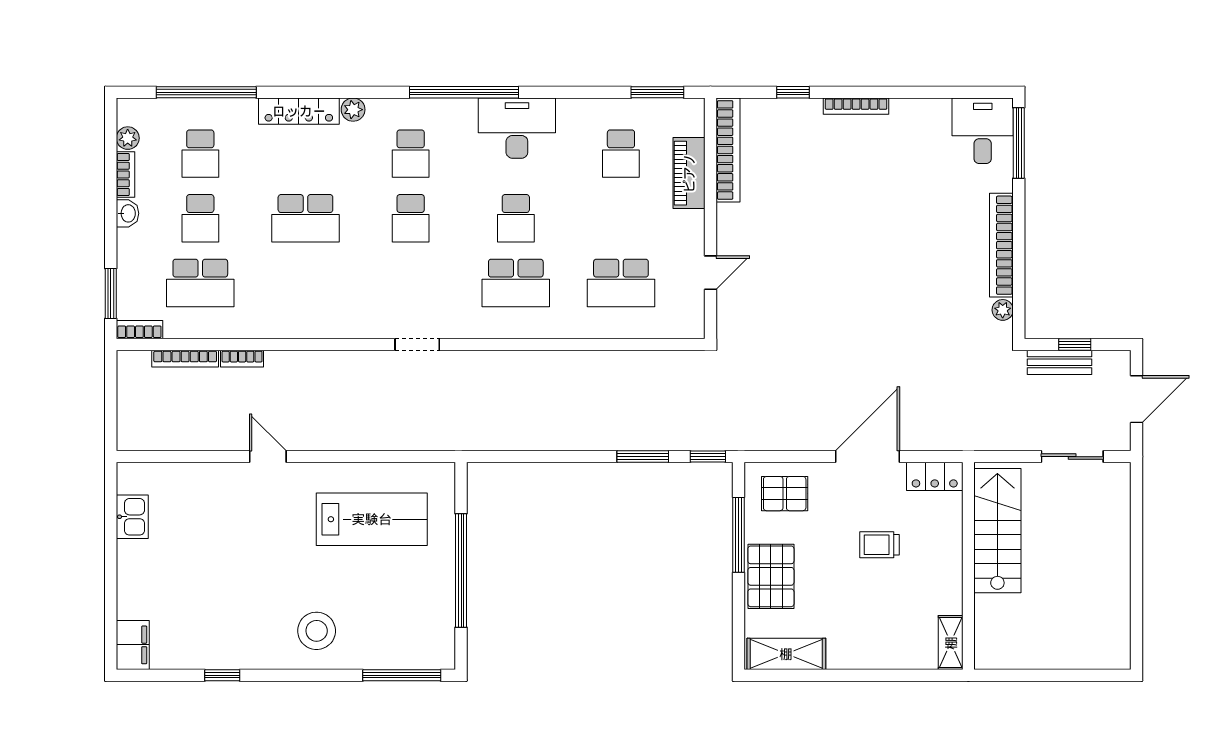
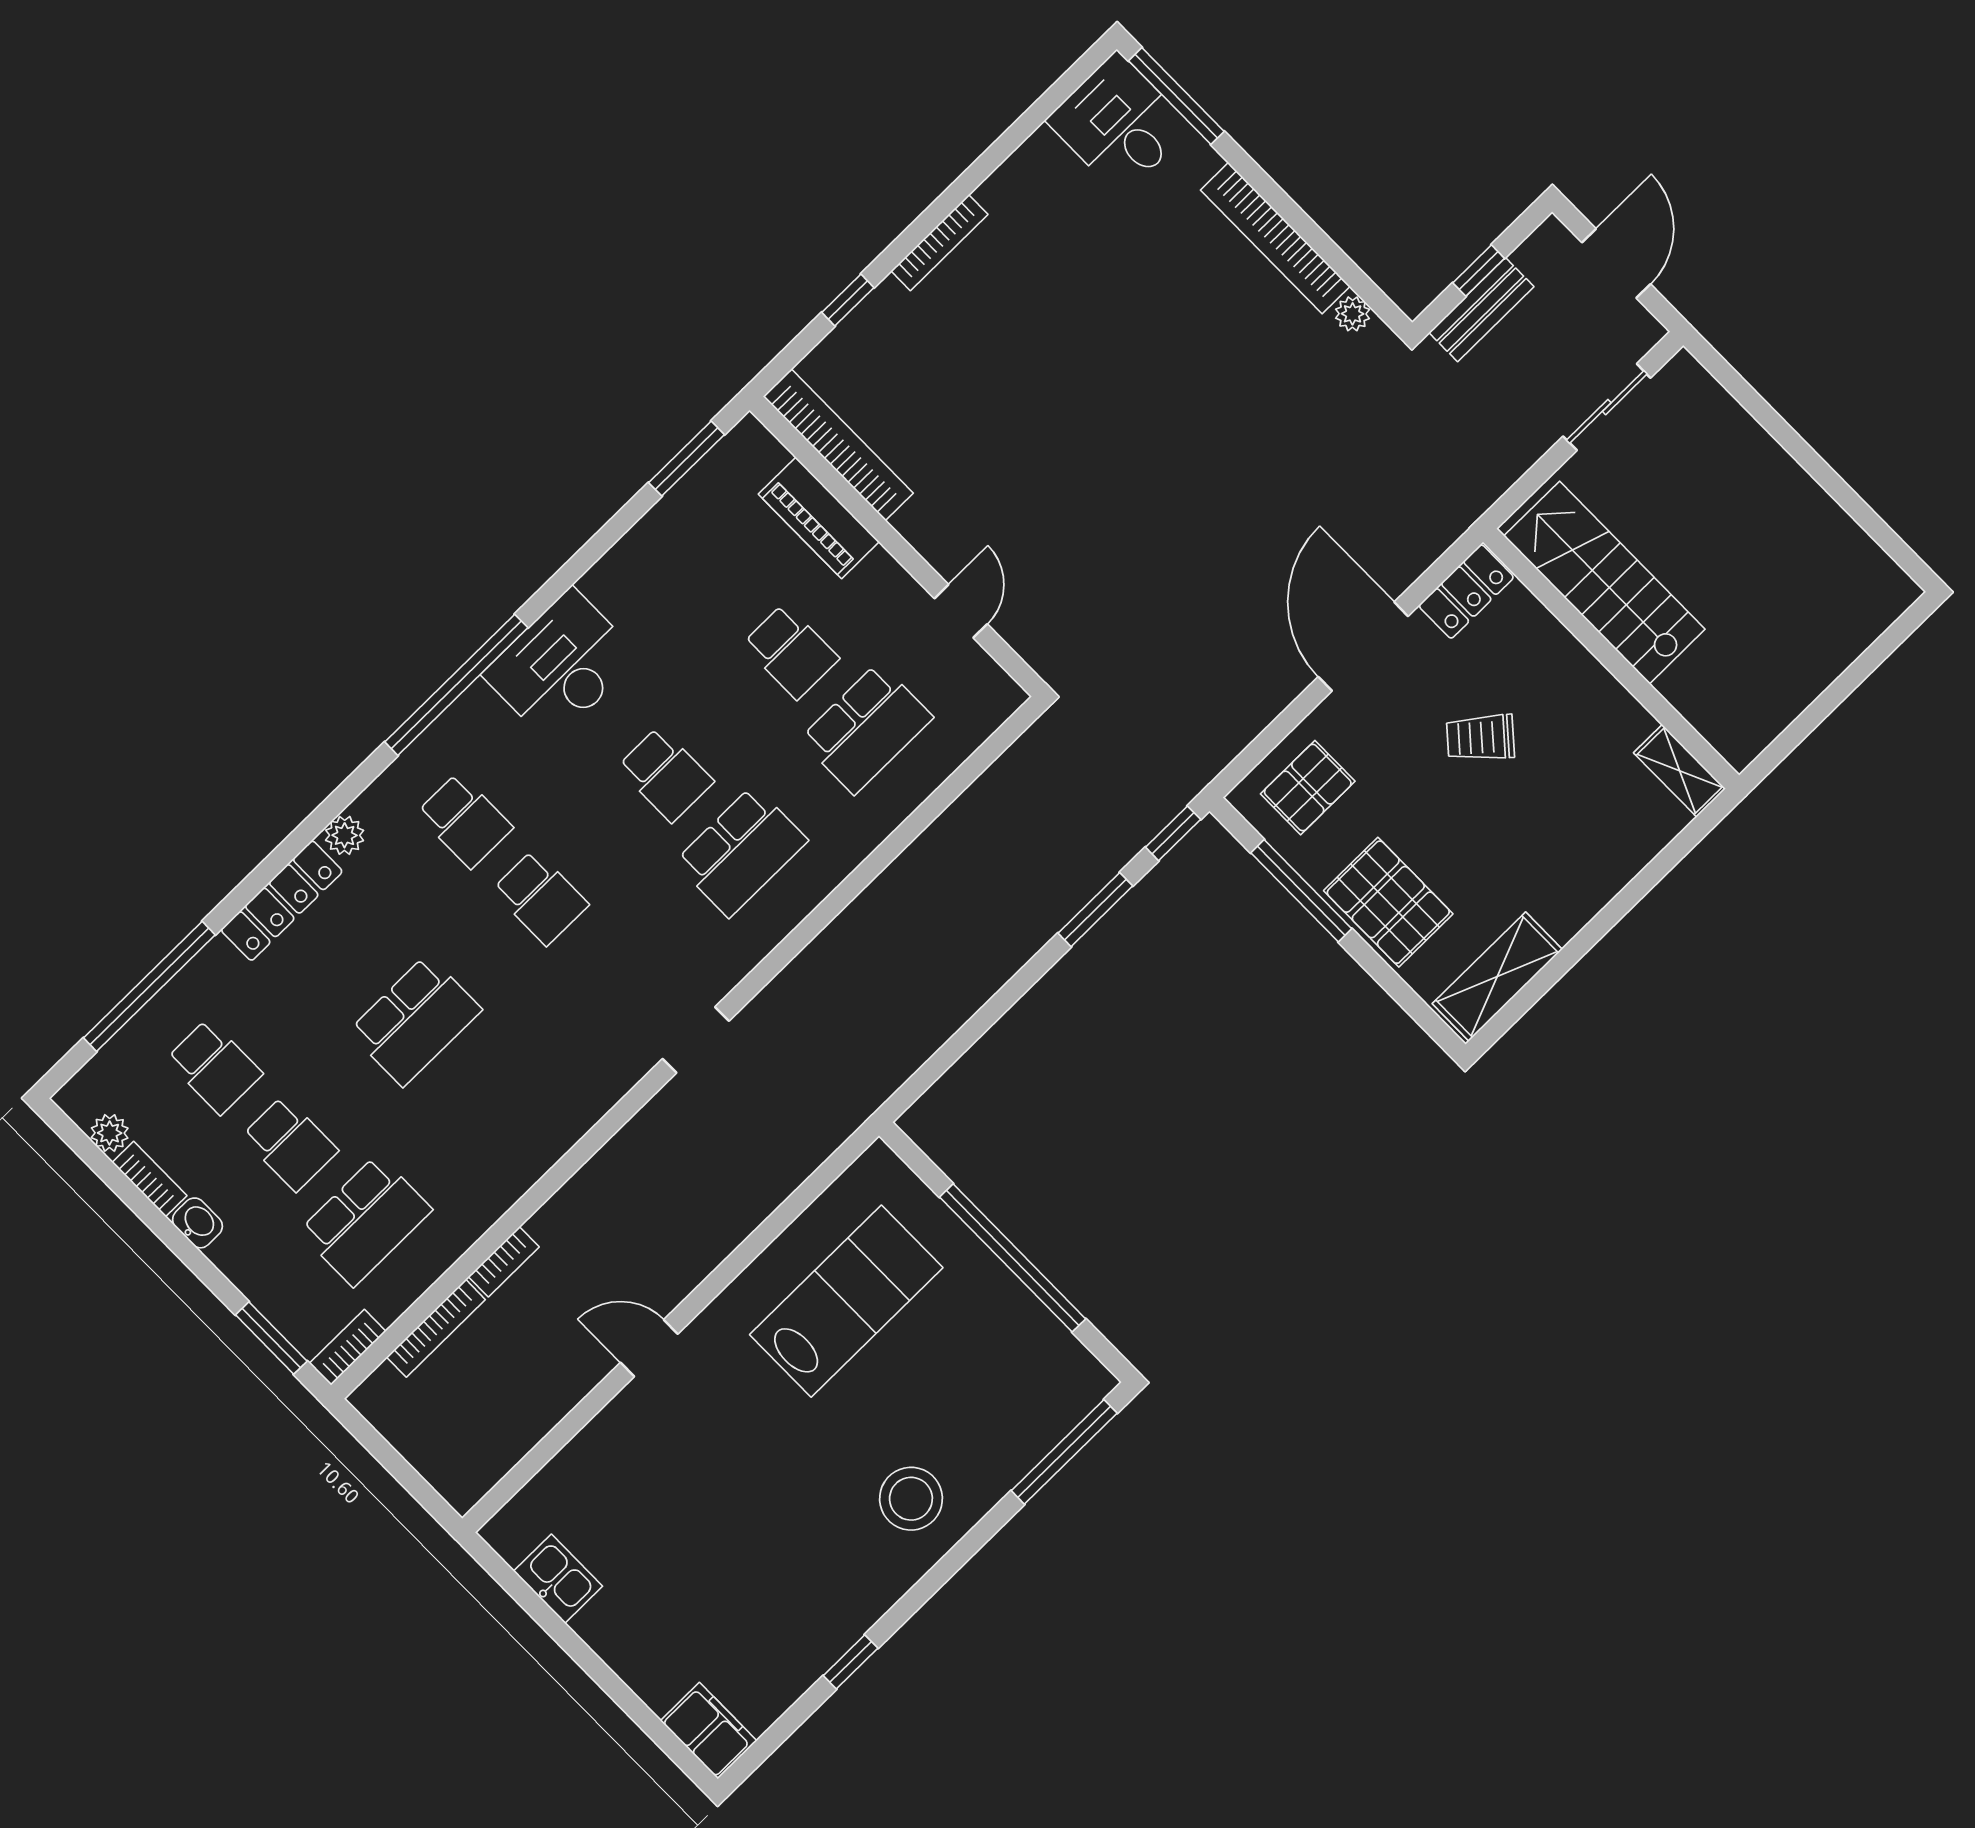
school desk: (621, 154) -> (791, 651), moved
trolley: (879, 545) -> (1480, 738), turned 41

